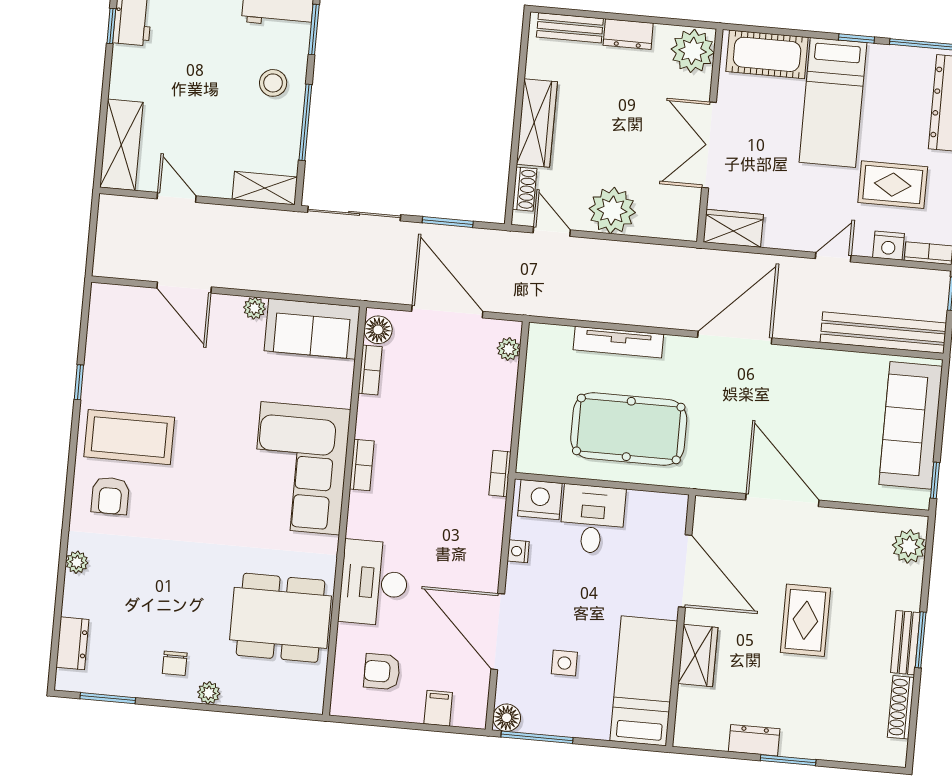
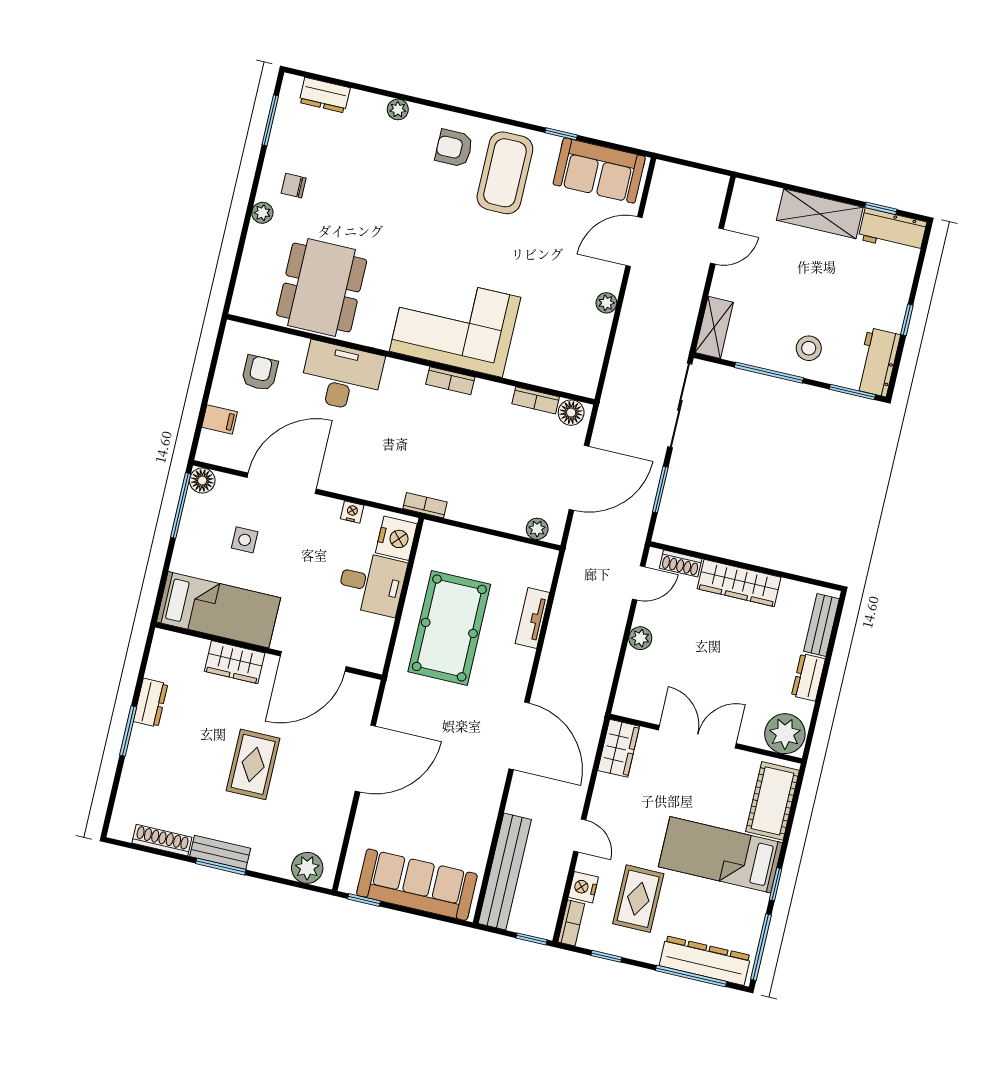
shelving: (121, 145) -> (820, 214), moved
plant: (612, 210) -> (640, 638), width x0.53, depth x0.53
sofa: (312, 329) -> (599, 171), moved, turned -90
tv unit: (618, 342) -> (532, 618), width x0.71
rug: (805, 620) -> (253, 764), turned 90

